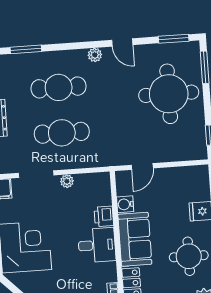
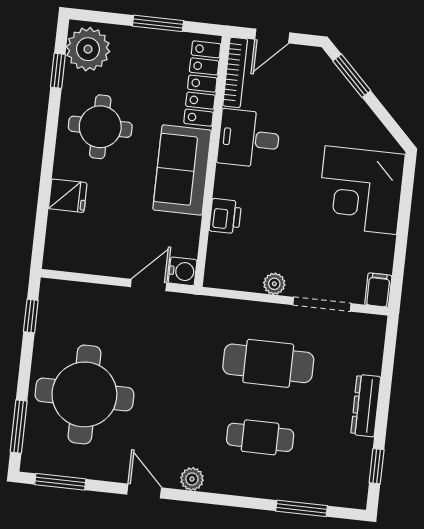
cafe table: (59, 87) -> (260, 437), width x0.73, depth x0.74
water cooler: (125, 204) -> (183, 271), moved
desk: (97, 245) -> (249, 139), moved

